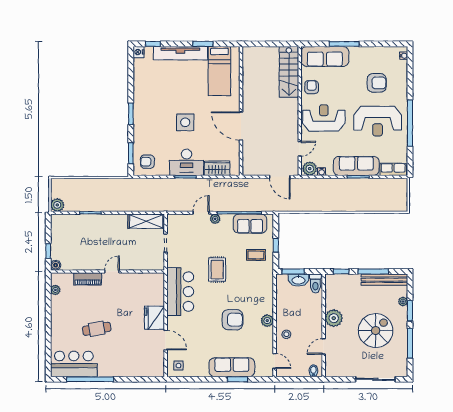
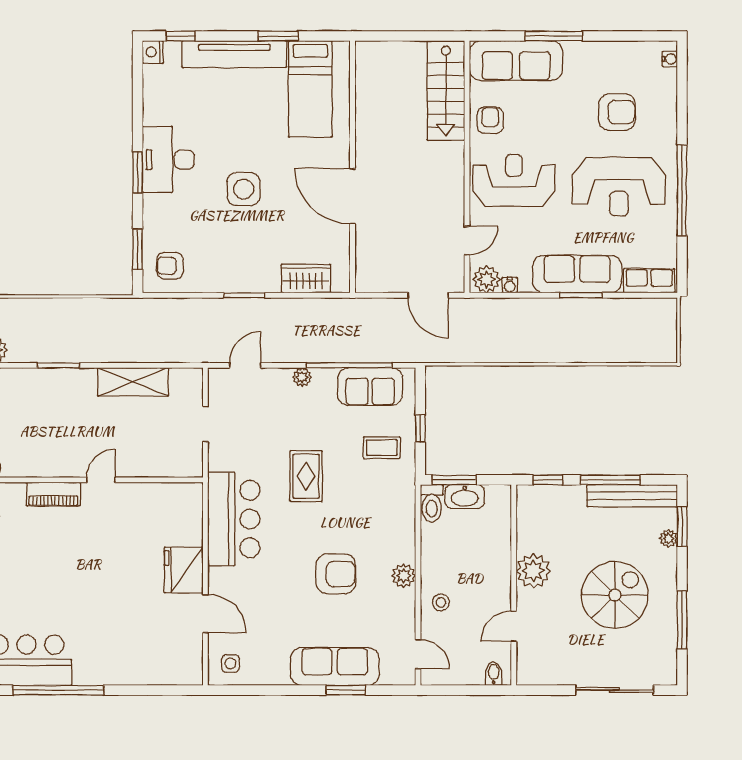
desk: (187, 162) -> (168, 160), moved, turned 90
door: (201, 213) -> (245, 365), moved
shelving: (146, 221) -> (133, 382), moved
toilet: (315, 283) -> (432, 503), moved
window: (410, 311) -> (682, 527), moved
cafe table: (97, 329) -> (71, 592), removed

